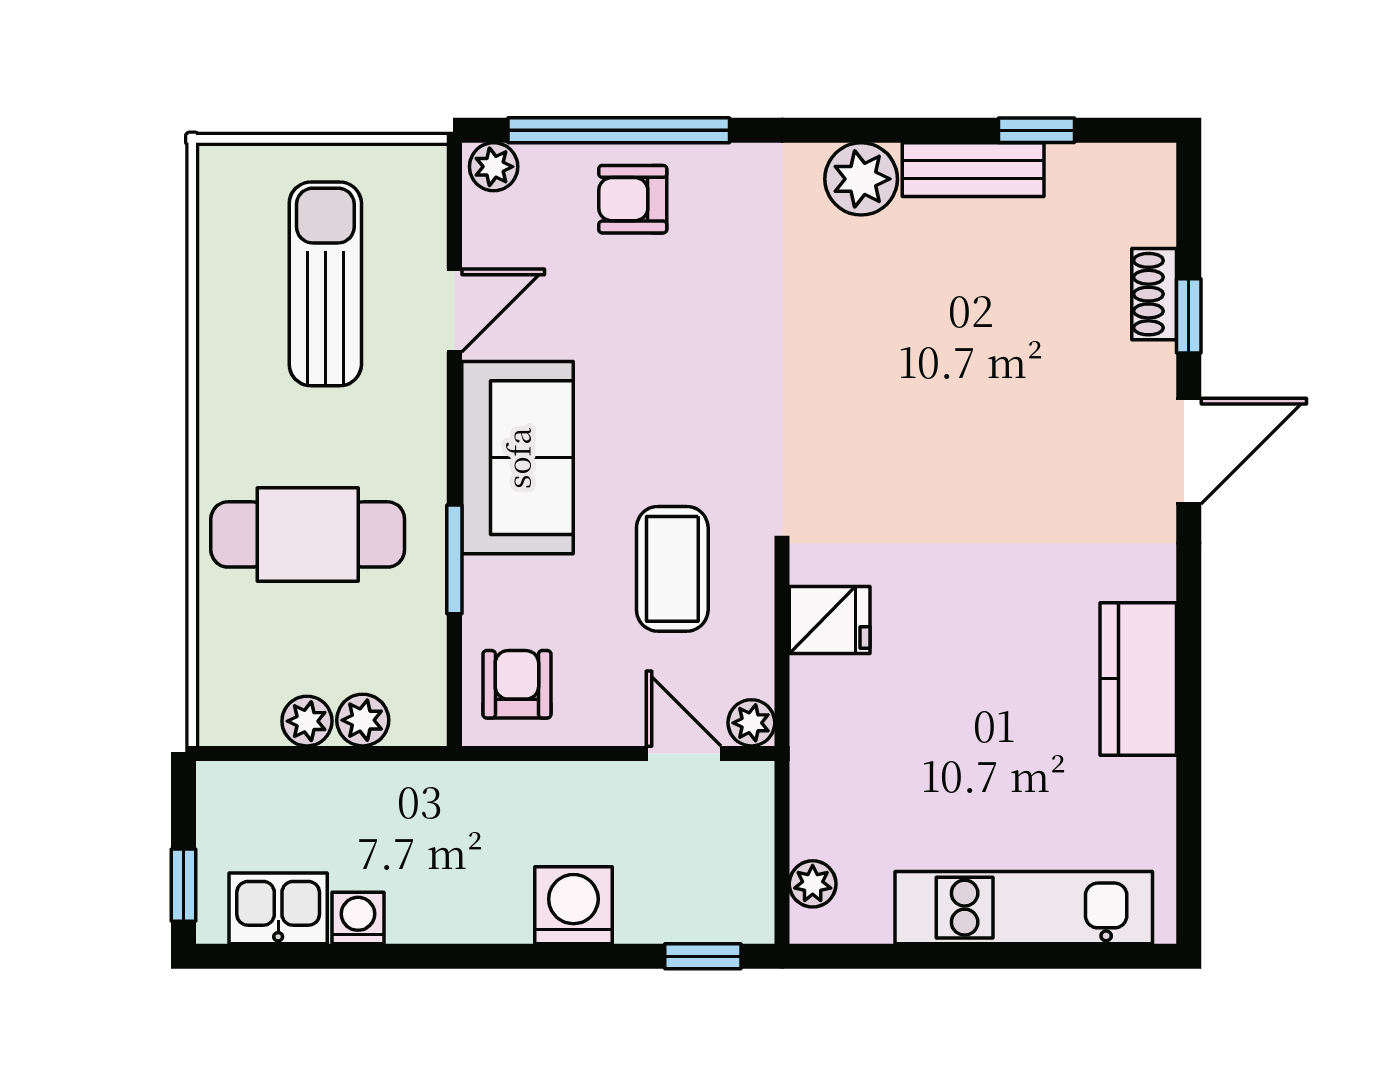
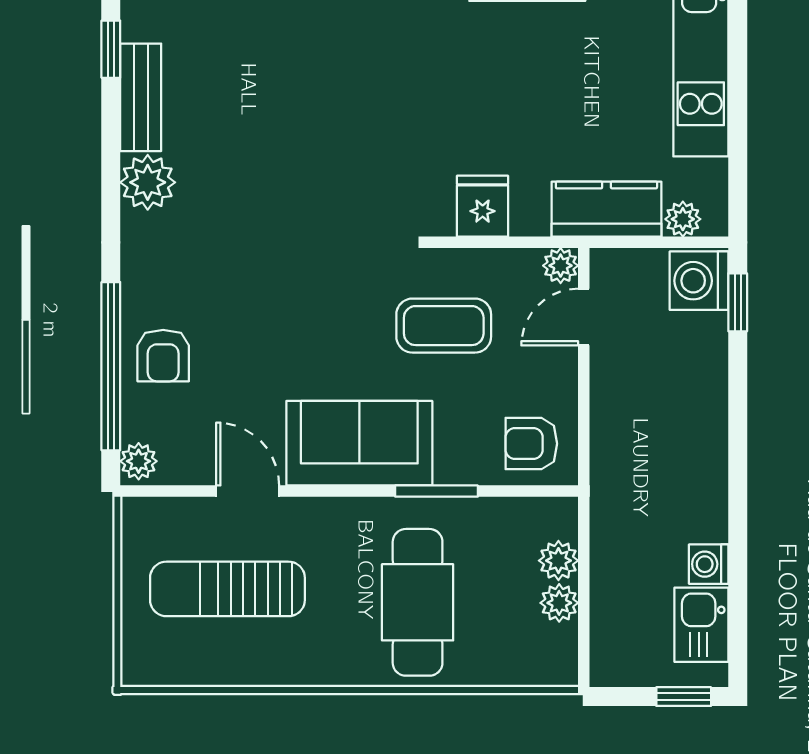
kitchen counter: (826, 783) -> (606, 209), added
washing machine: (573, 905) -> (699, 281), moved

